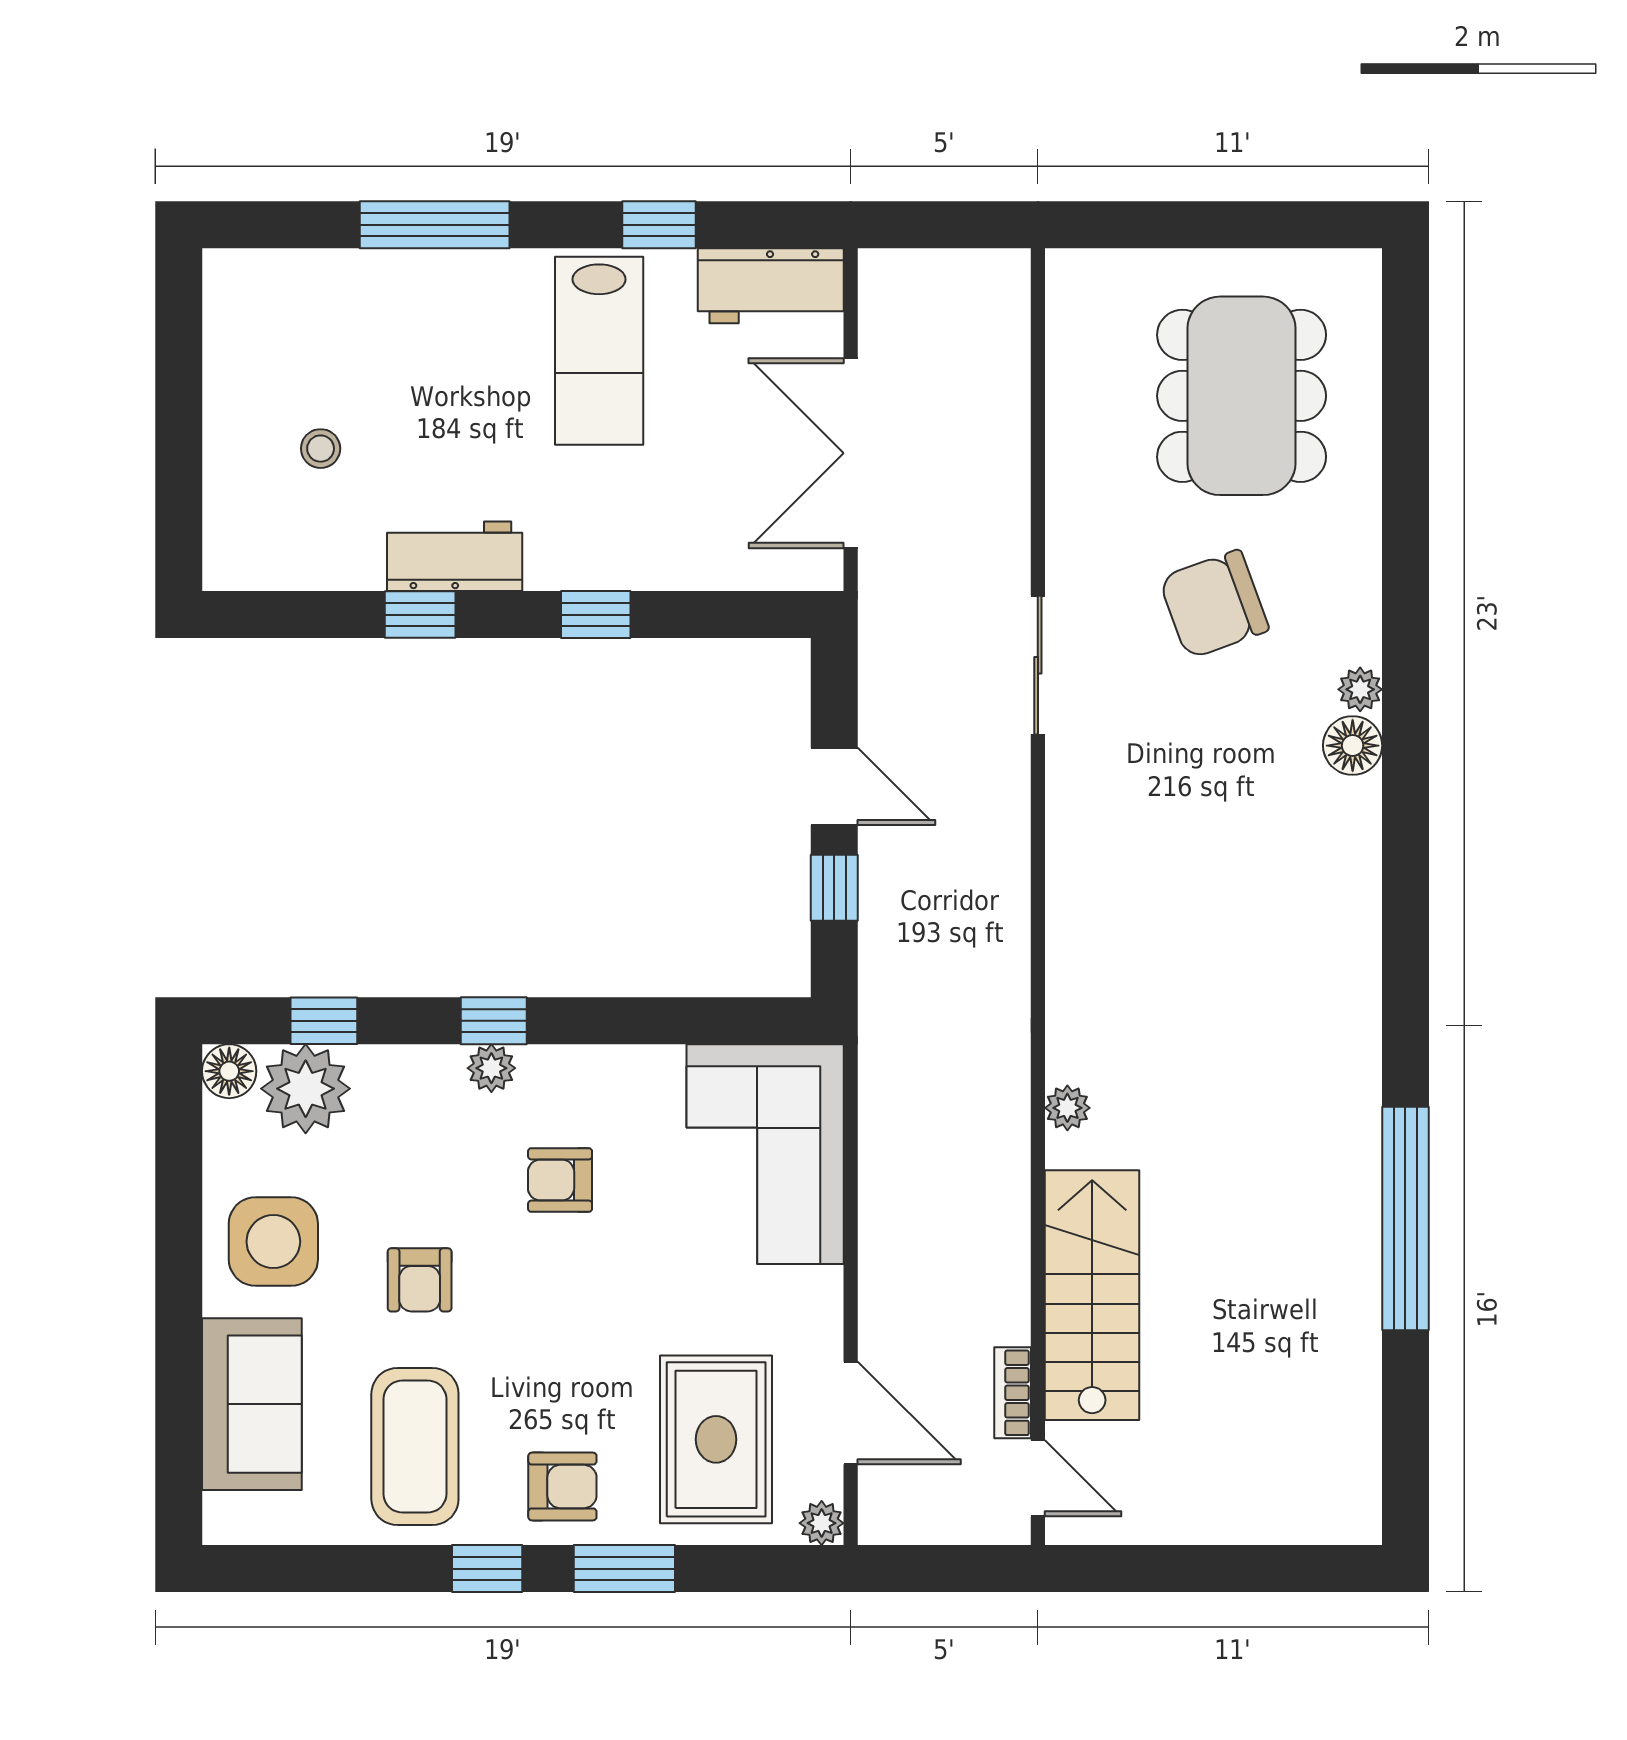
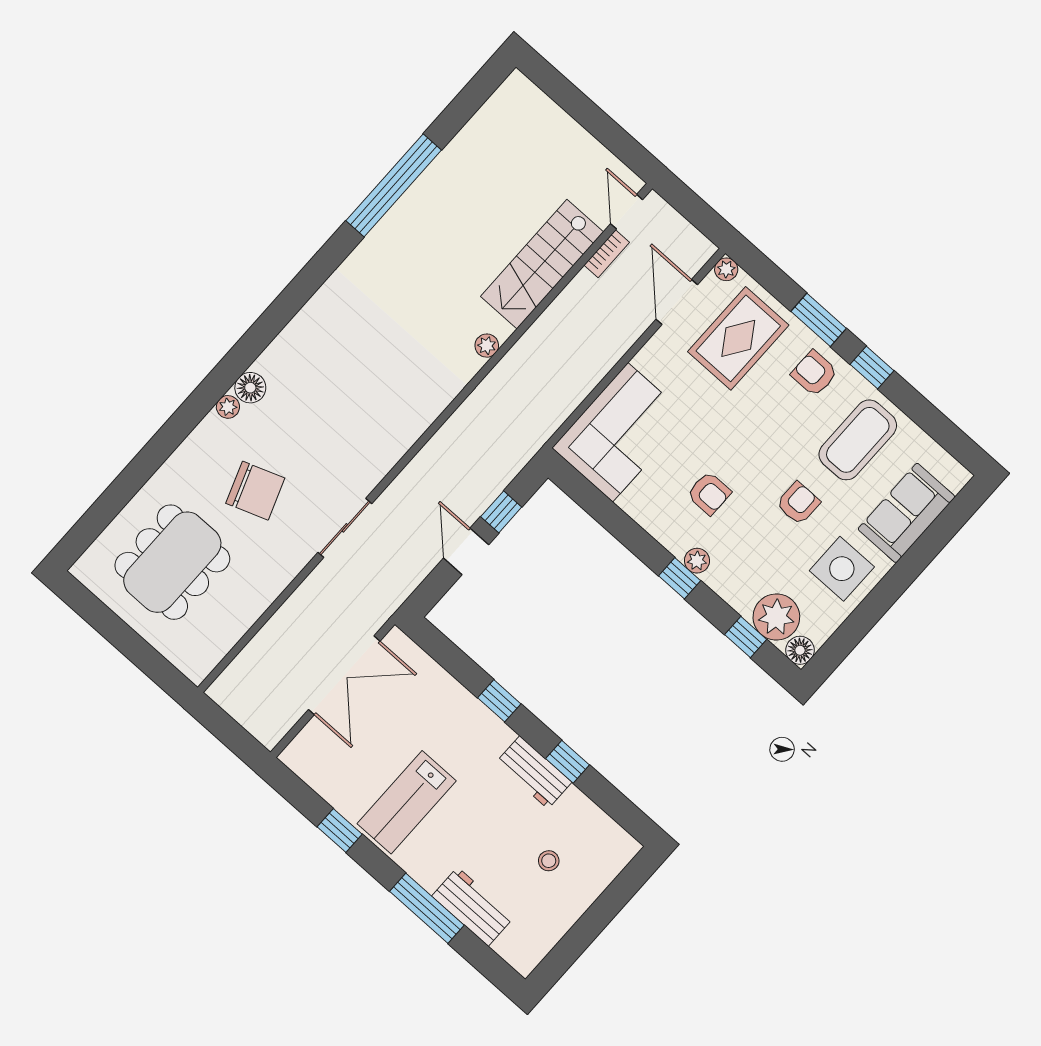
workbench: (771, 286) -> (473, 907), moved
lab bench: (599, 351) -> (407, 802), turned 180

